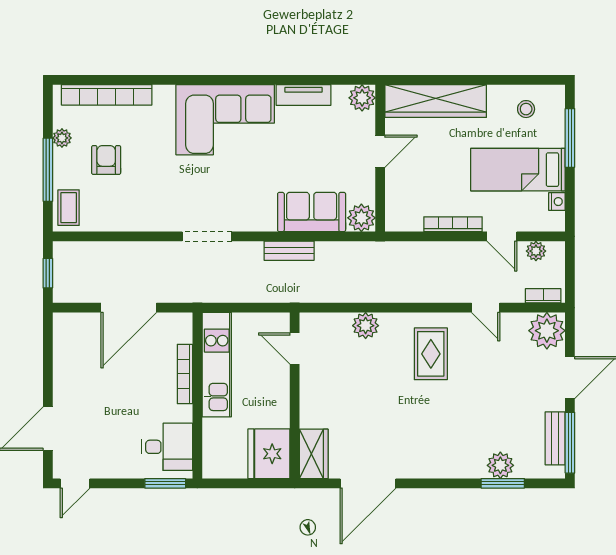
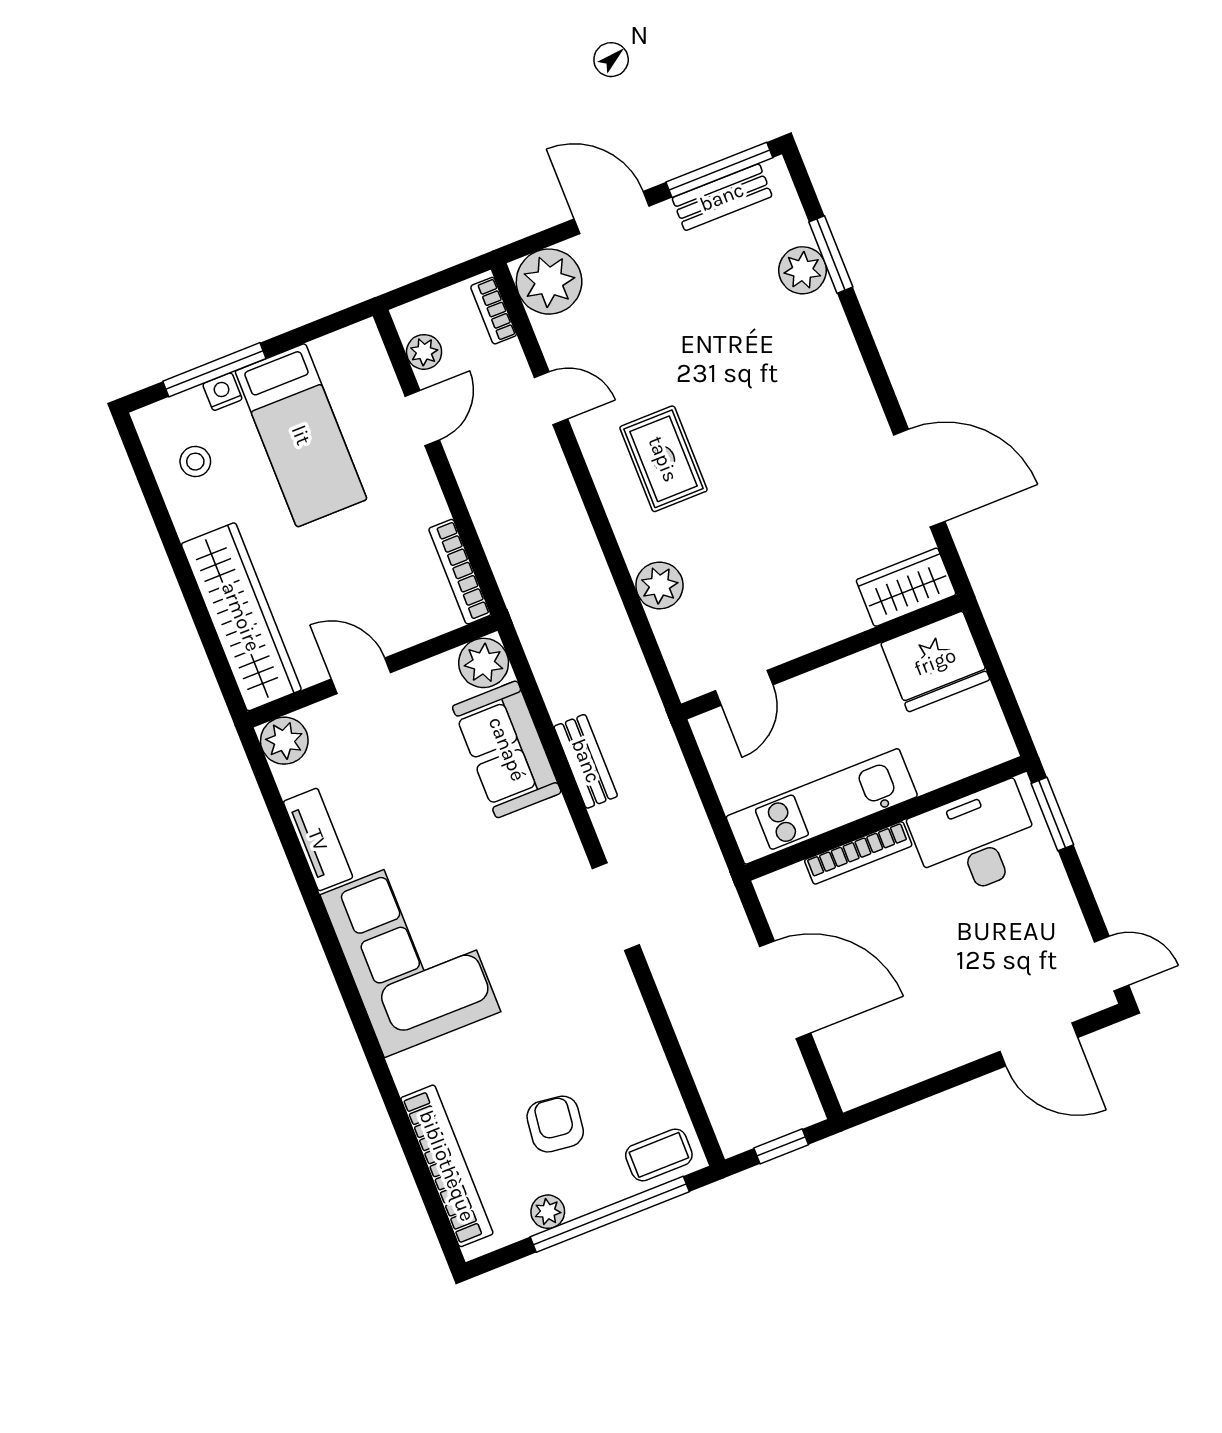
armchair: (106, 160) -> (555, 1124), turned 97
window: (48, 170) -> (610, 1214), width x1.46
nightstand: (557, 202) -> (222, 392), moved
bookcase: (453, 224) -> (460, 572), moved
door: (486, 308) -> (551, 398), hinge flipped
rug: (431, 354) -> (663, 459), turned 90
desk: (167, 447) -> (976, 841), width x1.37

